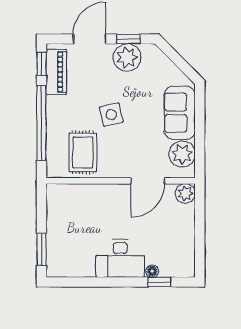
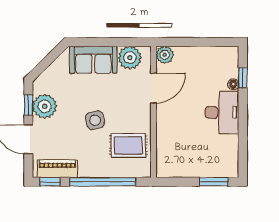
door: (148, 181) -> (153, 88), hinge flipped

